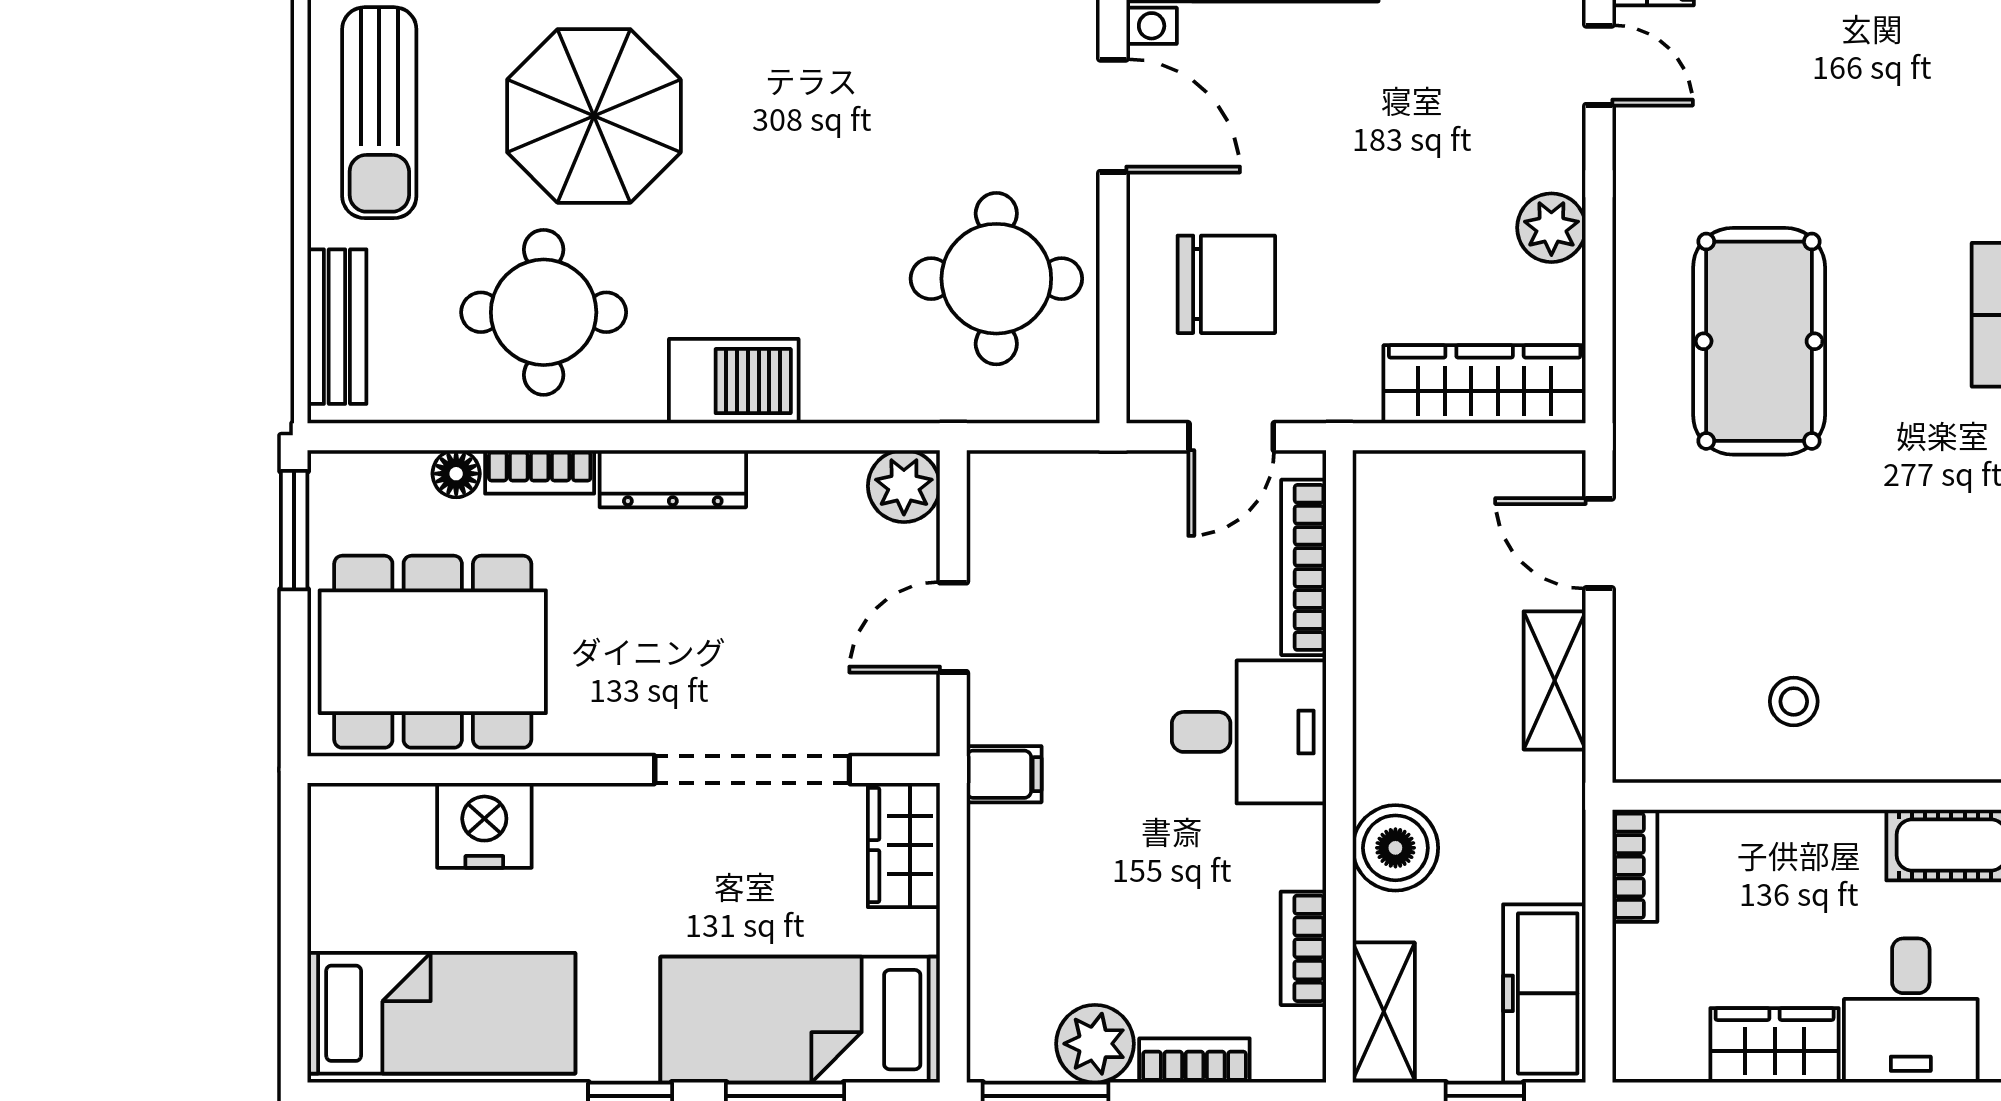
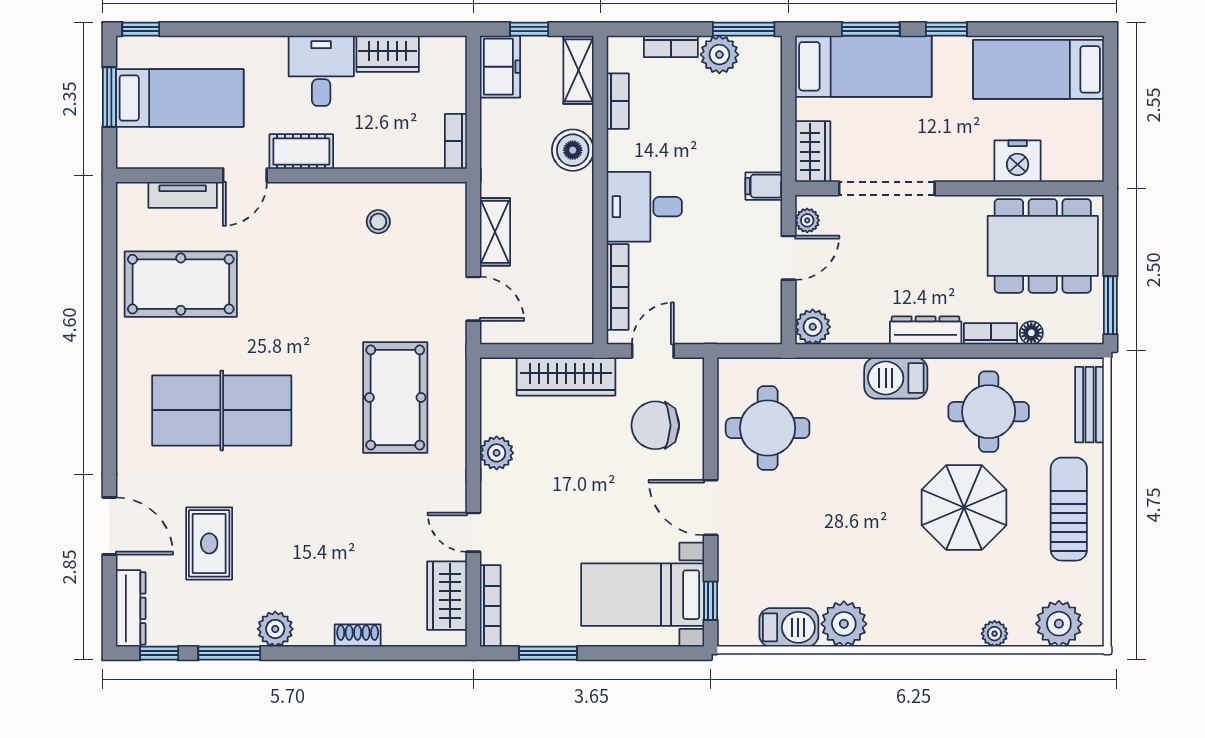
wardrobe: (1485, 384) -> (566, 376), moved
plant: (915, 704) -> (807, 220), added
freezer: (1544, 993) -> (500, 67), width x0.71

